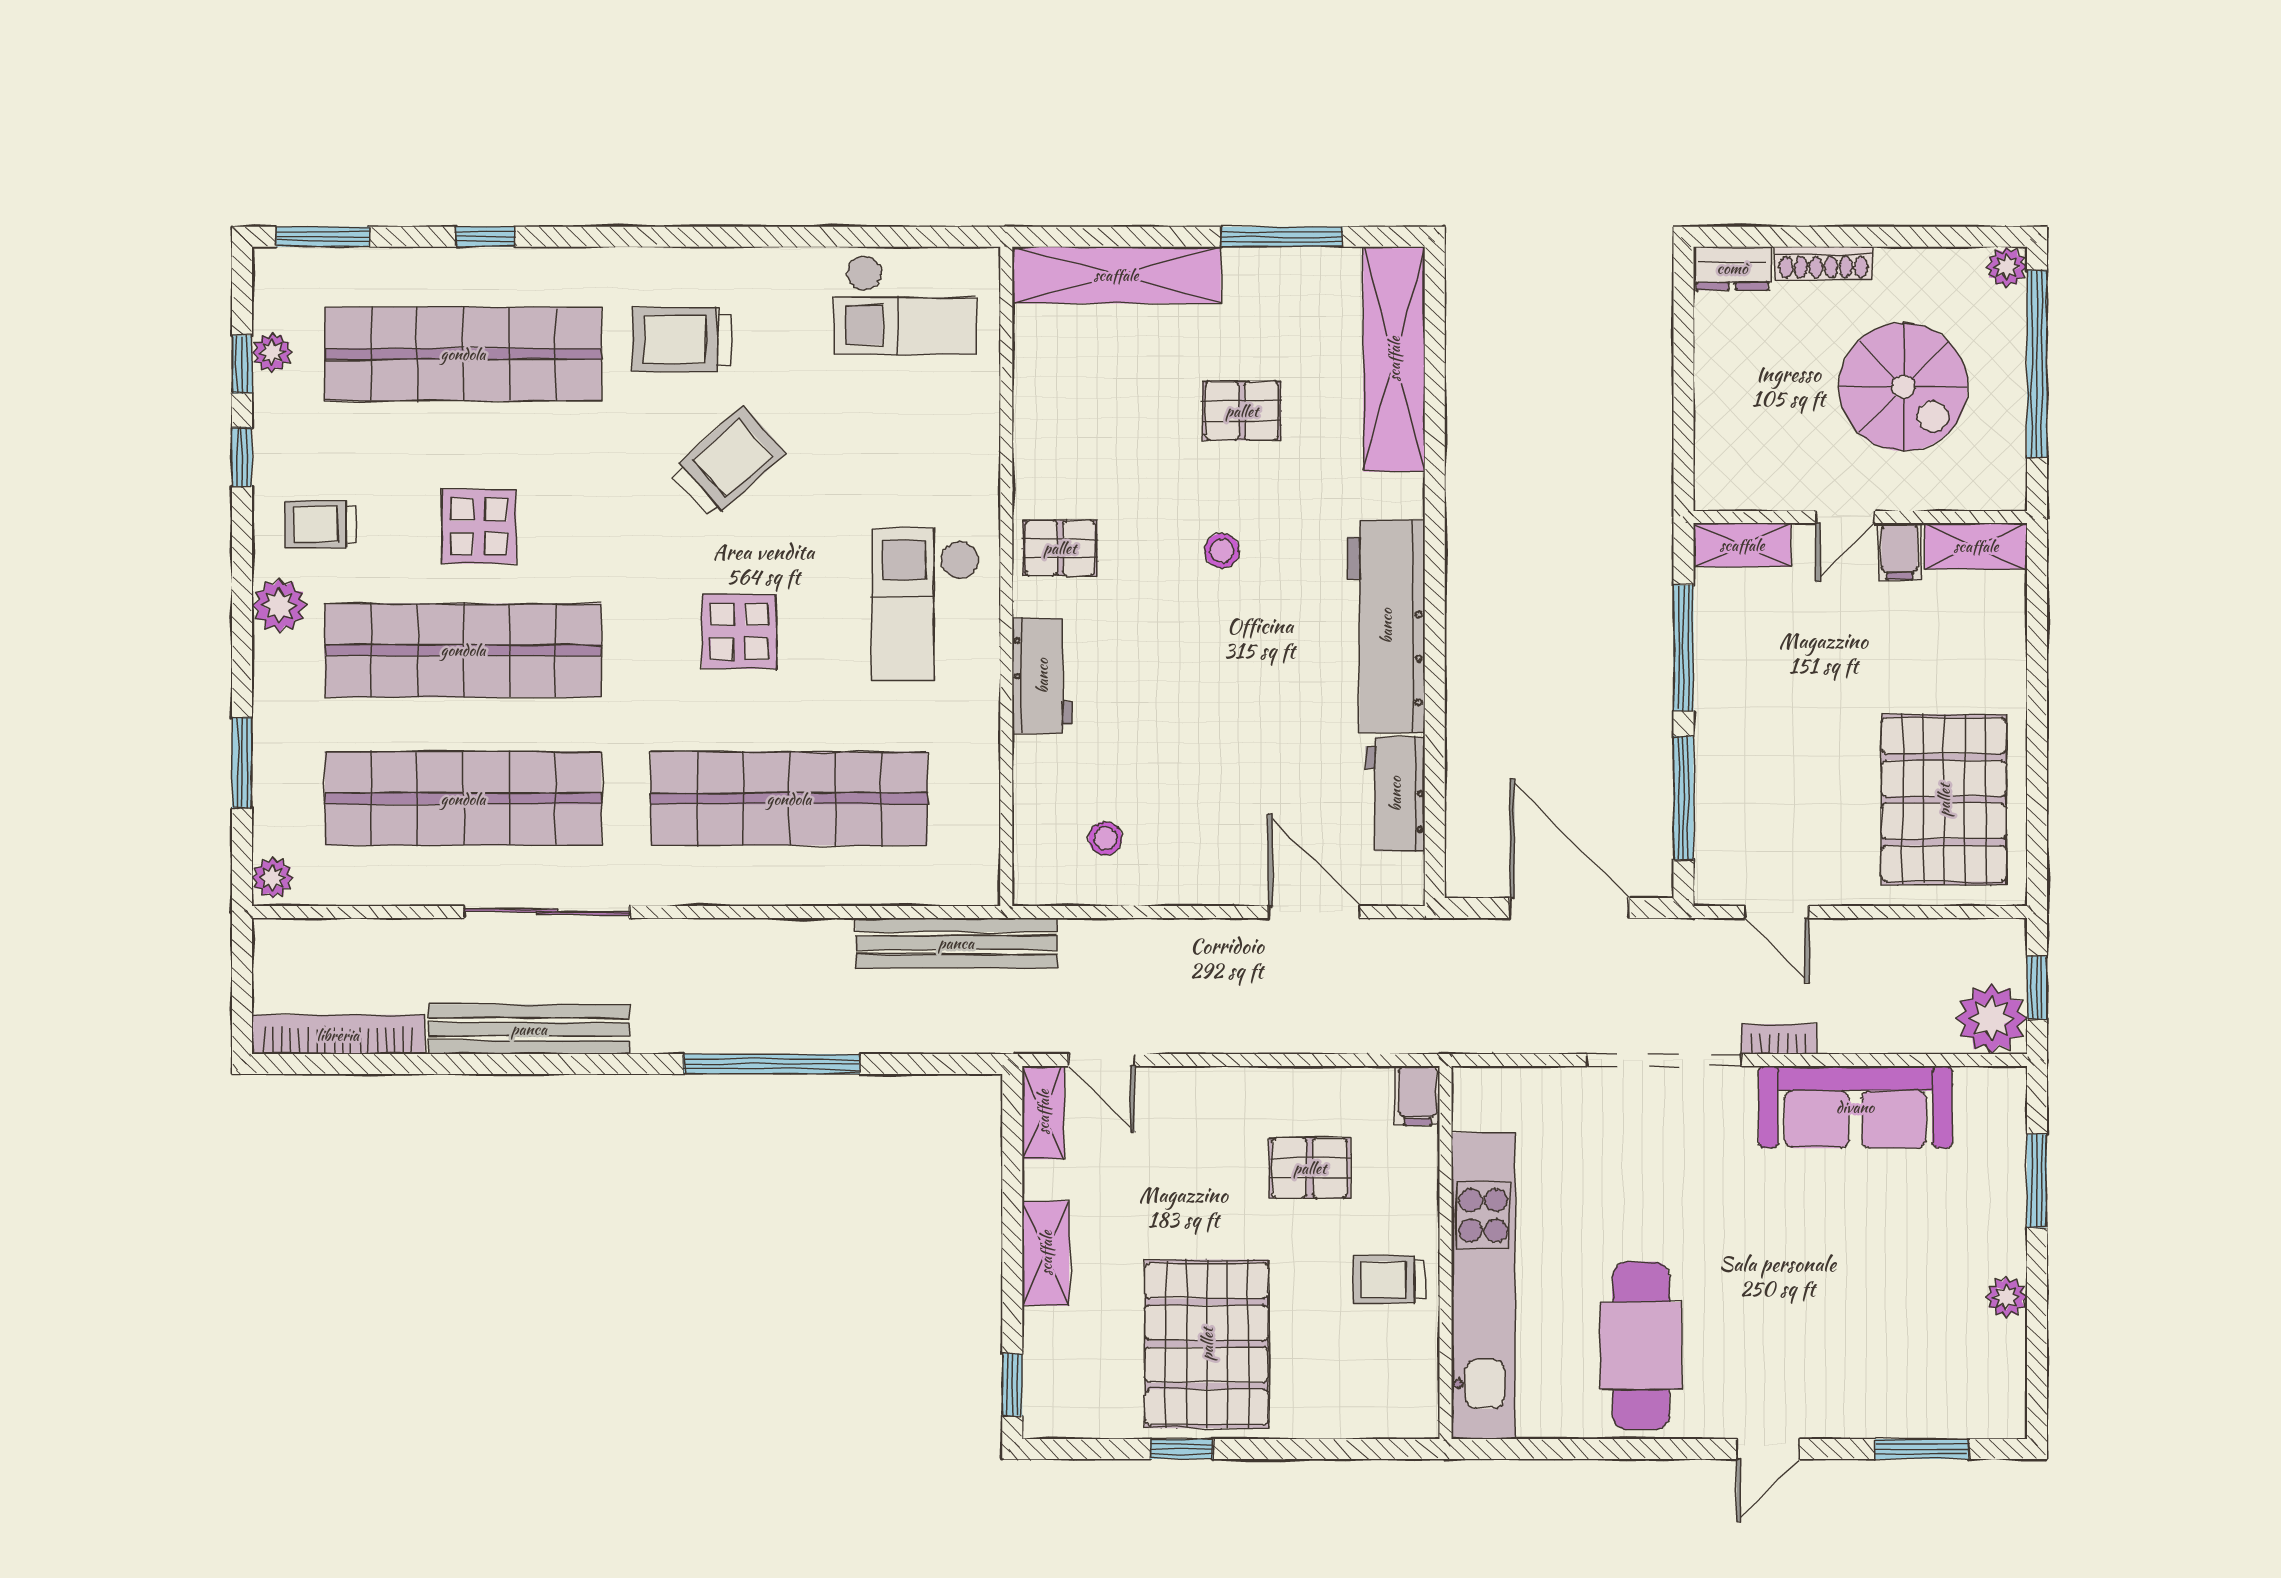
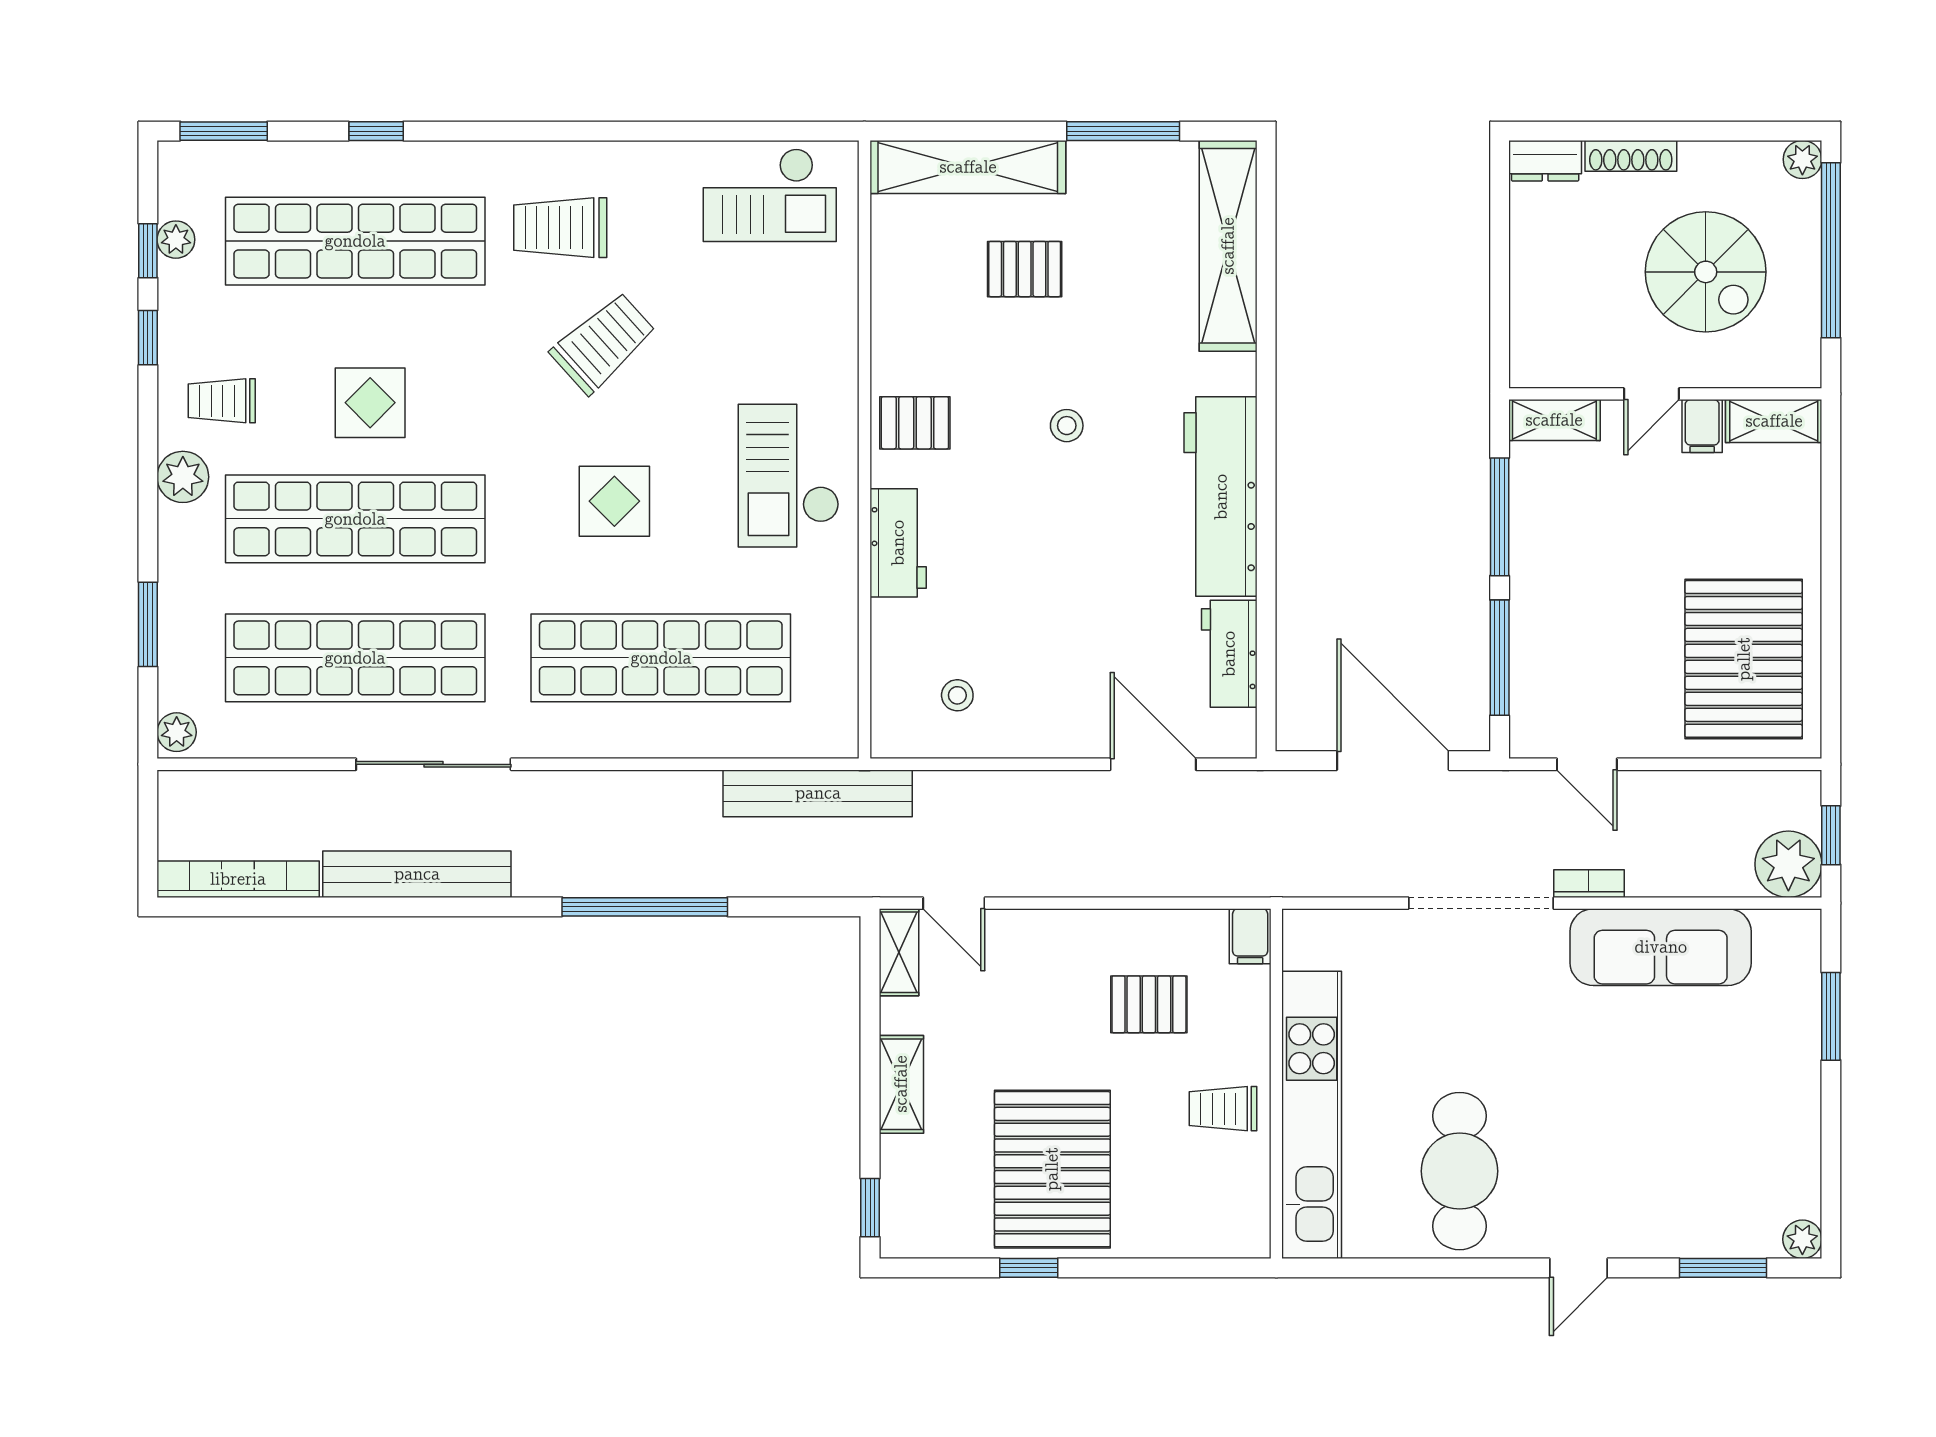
pallet: (1242, 411) -> (1025, 269), moved
plant: (2006, 1297) -> (1802, 1239), moved

